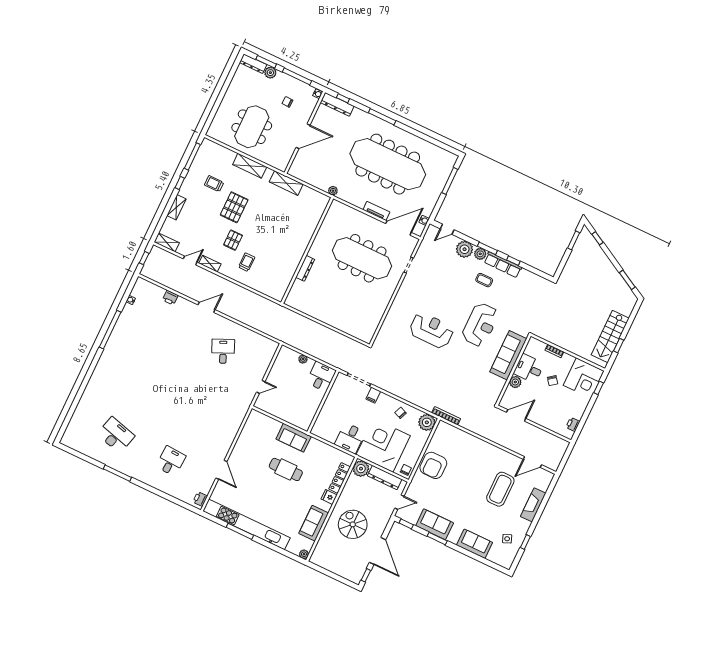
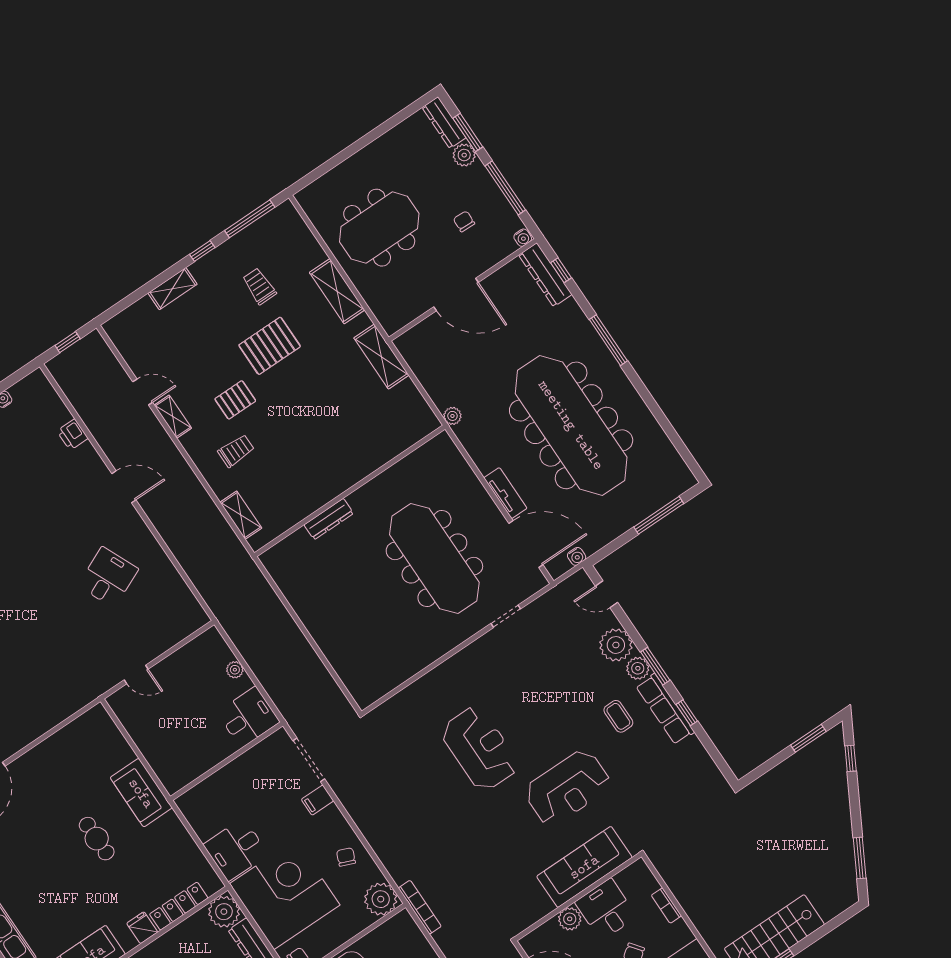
shelving: (167, 242) -> (241, 515), moved
cafe table: (286, 469) -> (97, 839), width x0.73, depth x0.74

